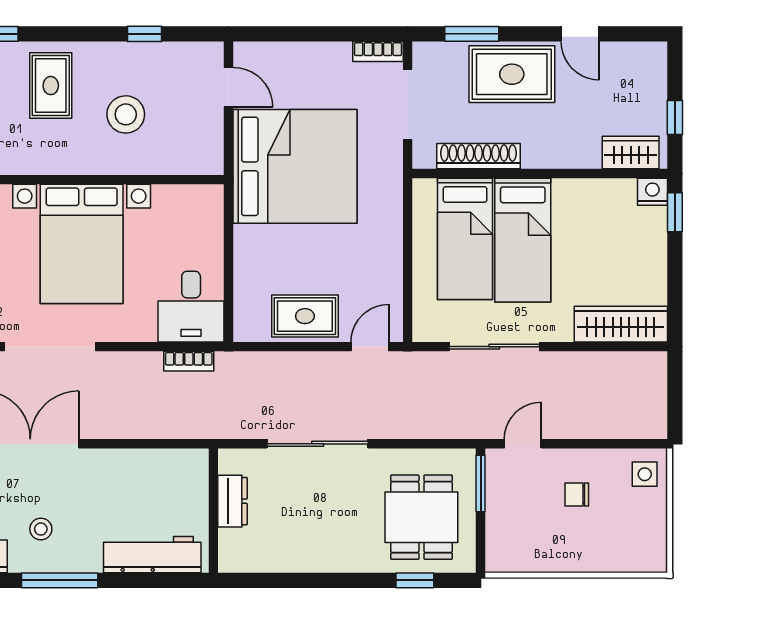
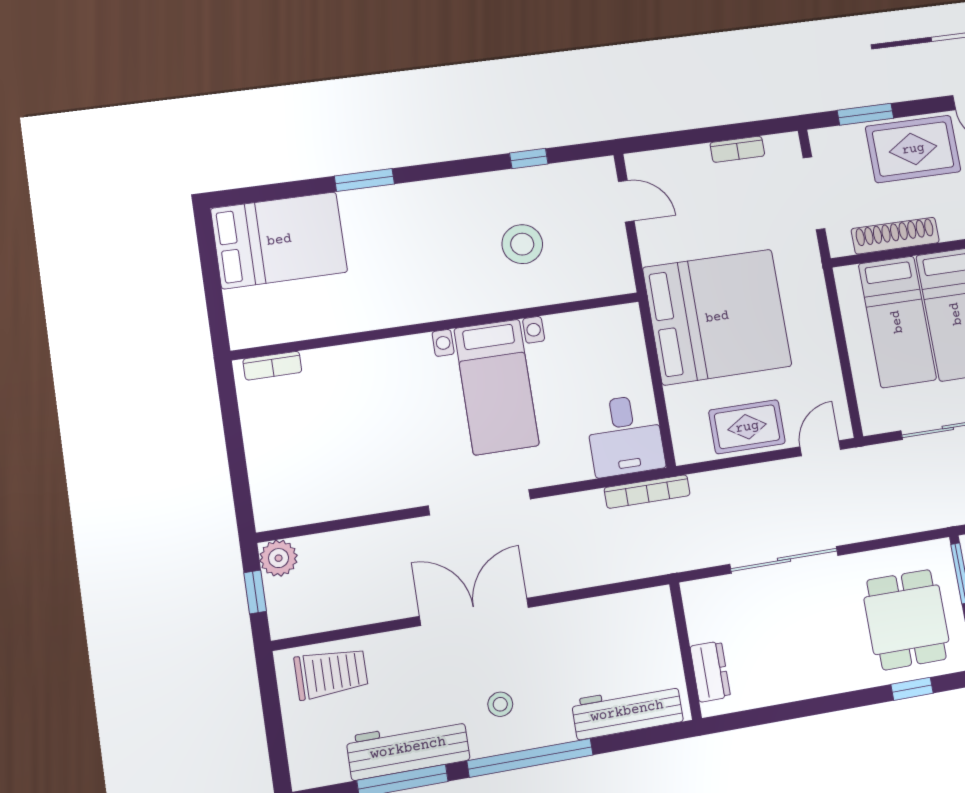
bookcase: (378, 52) -> (737, 149), moved
rug: (51, 86) -> (437, 225), removed
bed: (295, 166) -> (717, 317), moved
bed with nightstands: (82, 244) -> (497, 387), width x0.73
bookcase: (189, 361) -> (647, 492), width x1.56
dresser: (233, 501) -> (710, 672), moved
window: (60, 580) -> (530, 758), width x1.46

